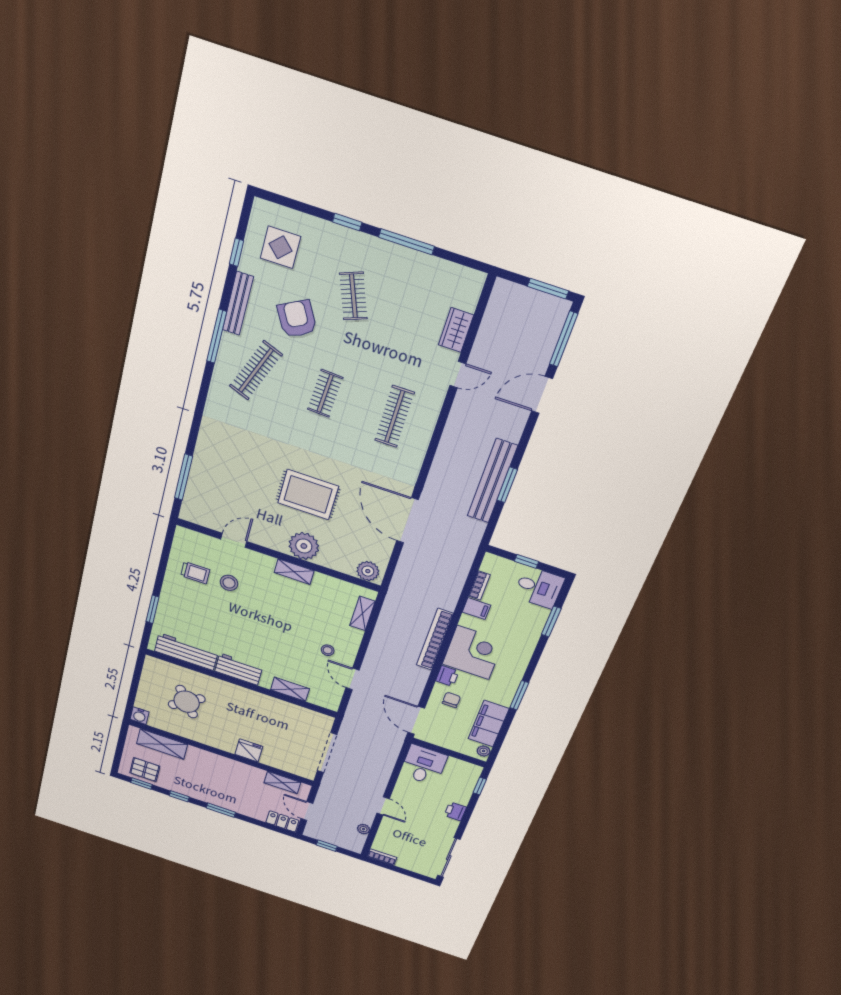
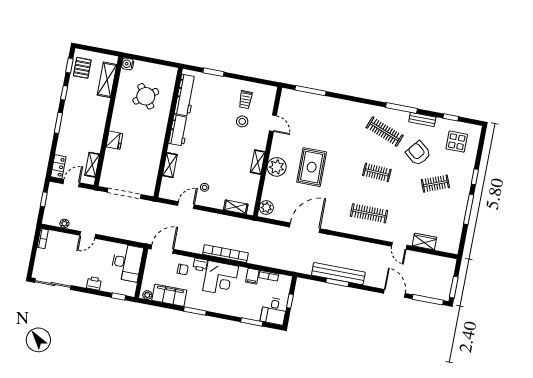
bench: (238, 303) -> (422, 119), width x0.73
armchair: (297, 319) -> (418, 153), turned -112
desk: (424, 765) -> (127, 263), width x1.37

